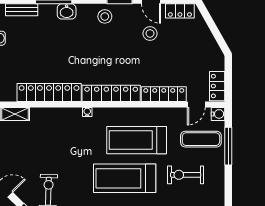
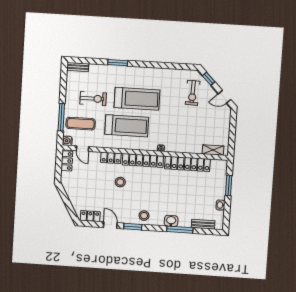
stool: (150, 33) -> (120, 182), moved
locker: (164, 94) -> (111, 158), width x0.66
door: (196, 104) -> (83, 149), swing flipped

